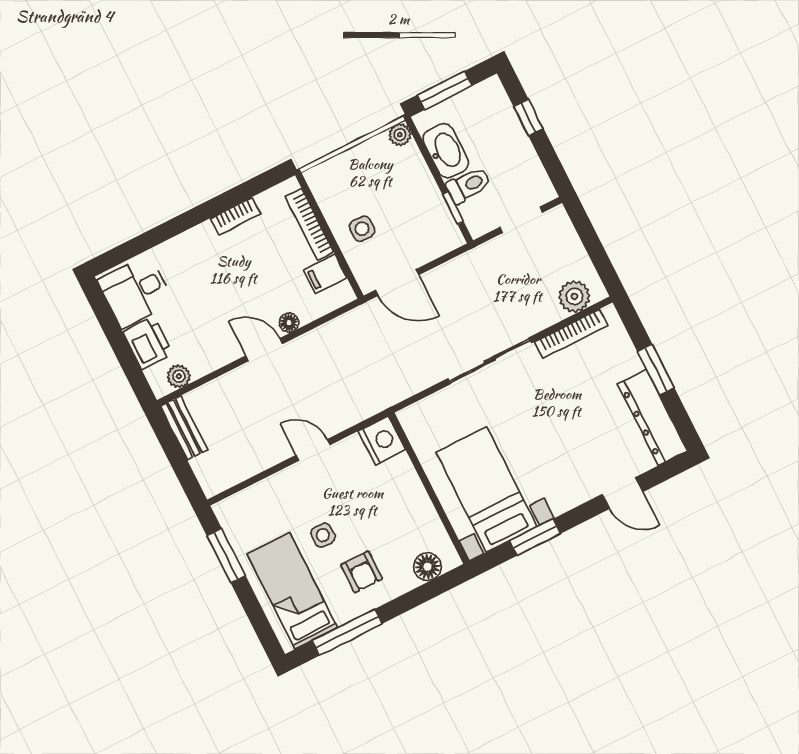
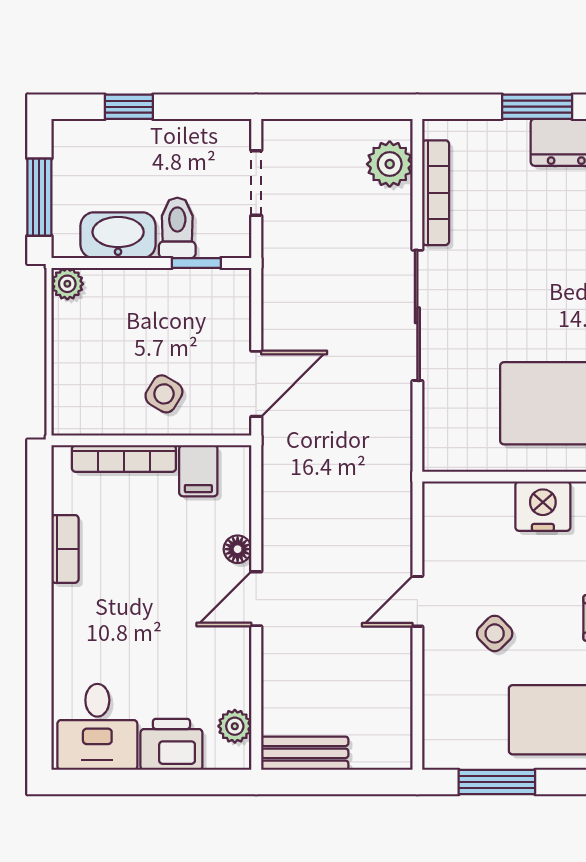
side table: (362, 229) -> (164, 394), turned 31
nightstand: (382, 440) -> (543, 506), moved
side table: (323, 535) -> (495, 633), moved, turned 45

